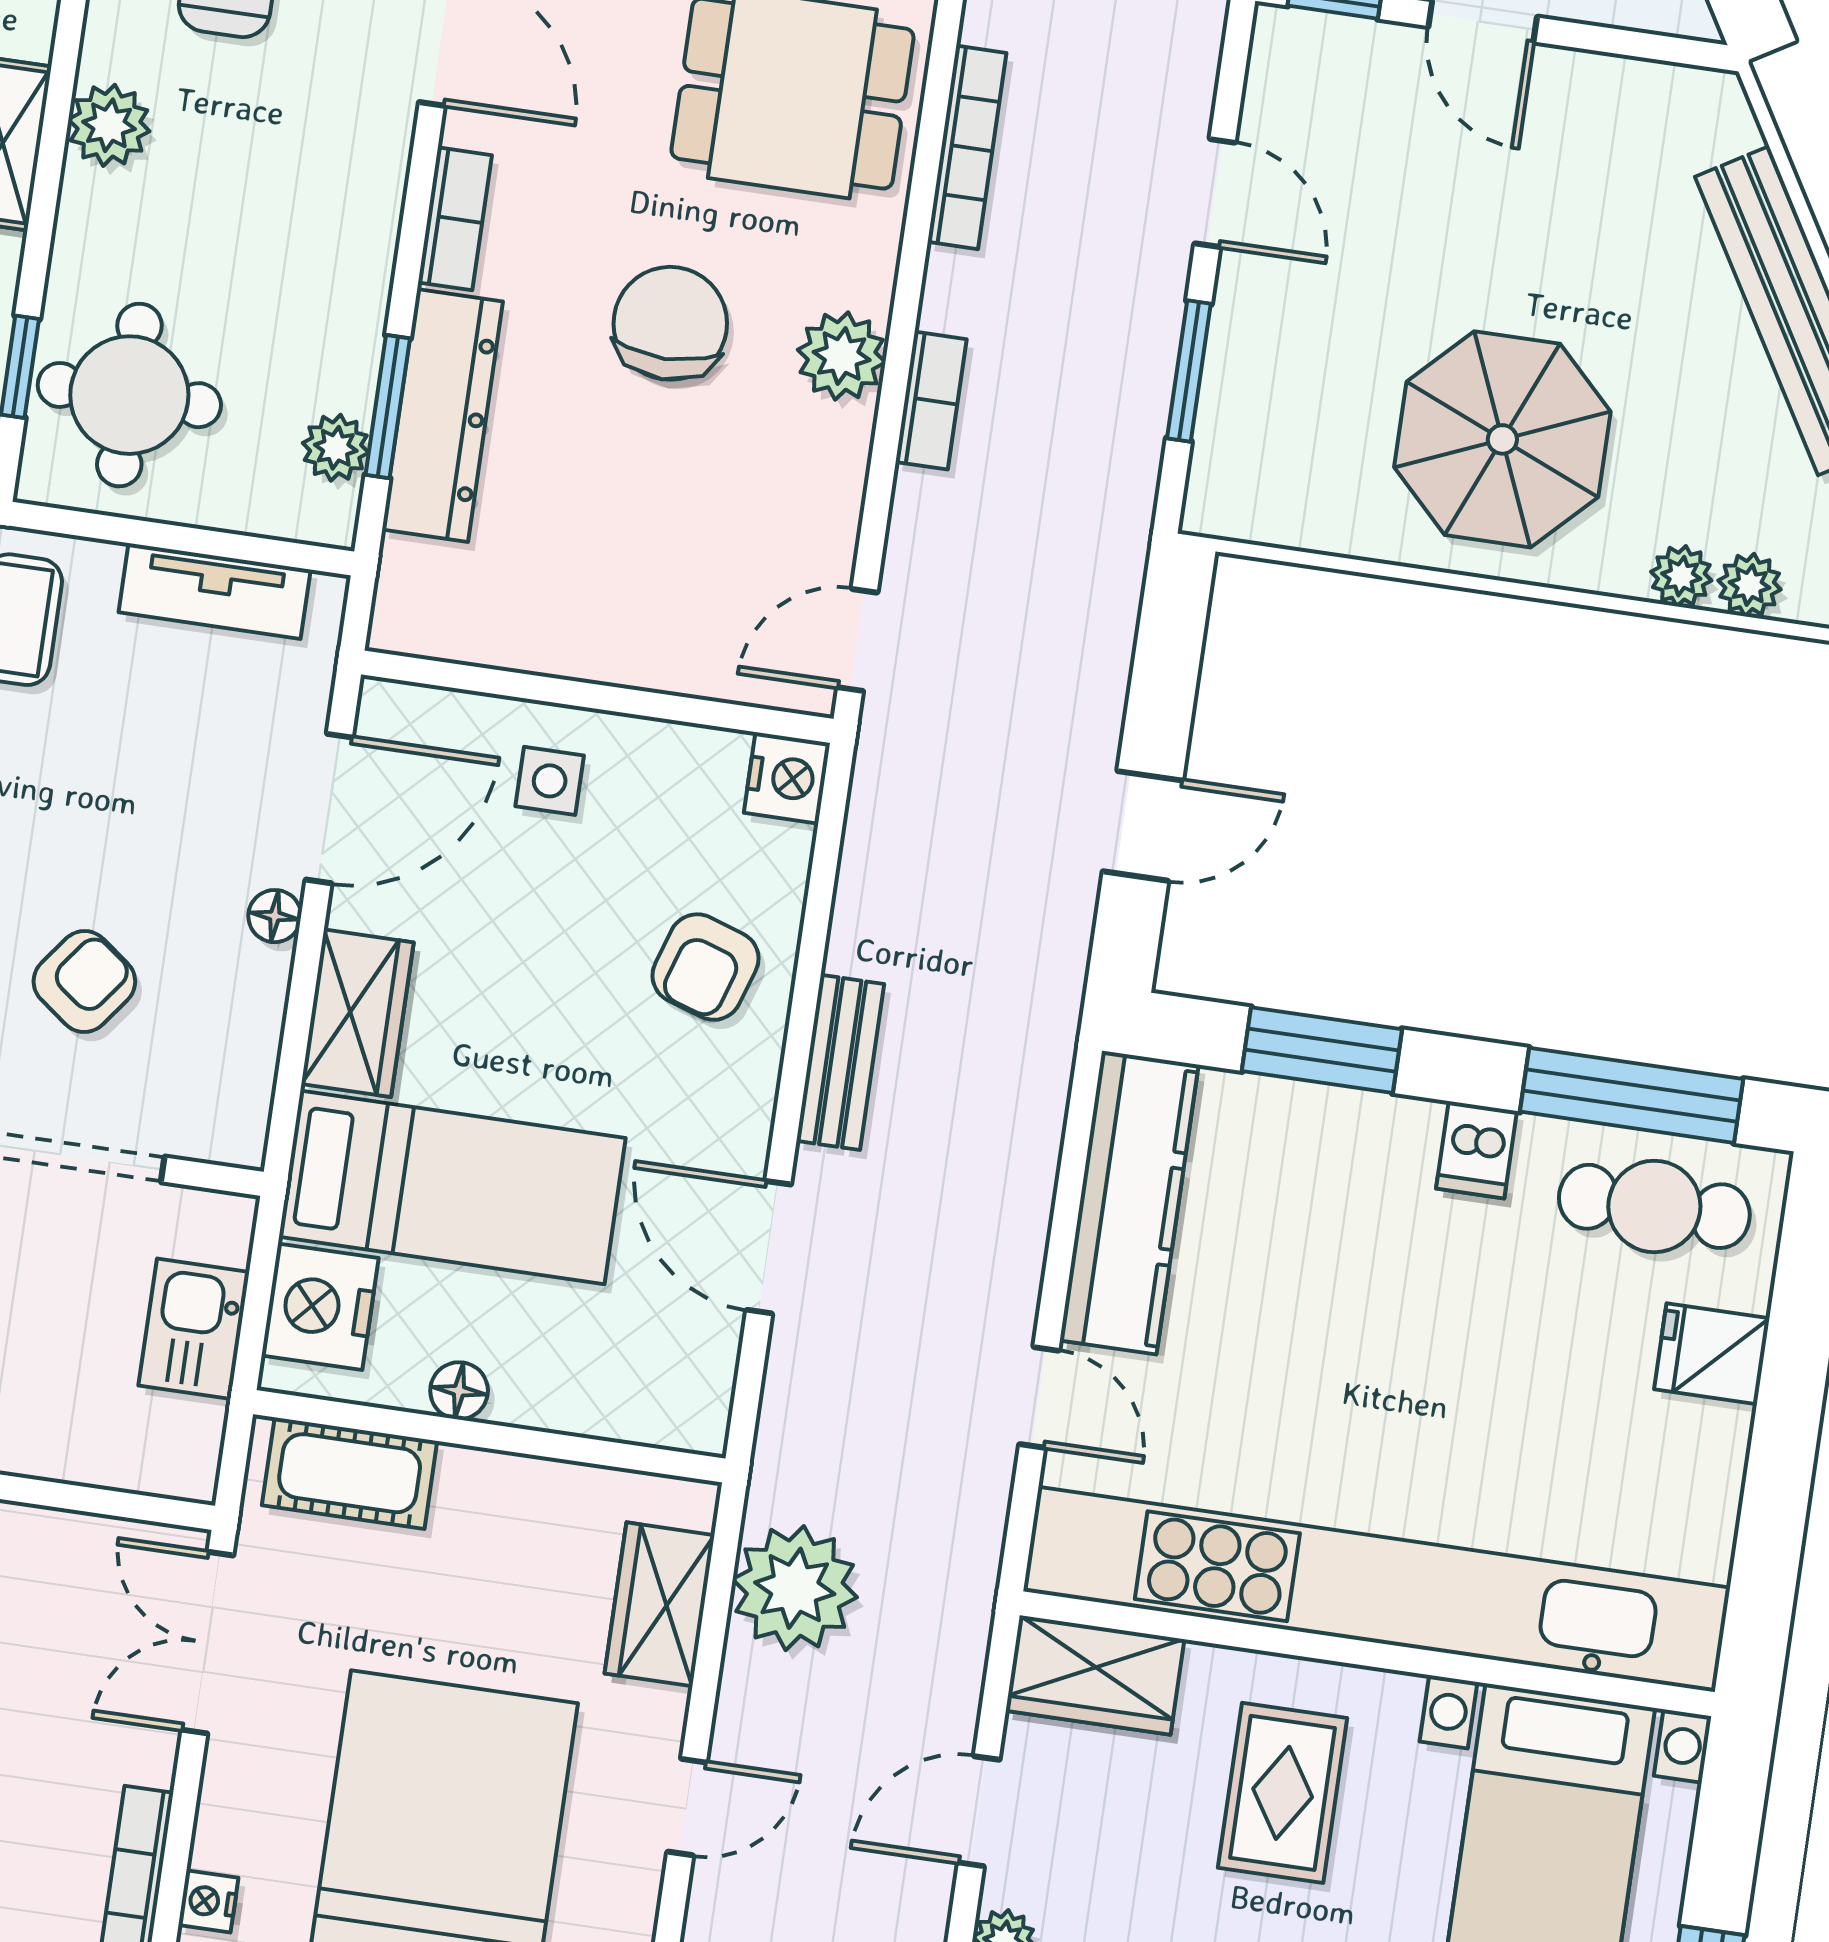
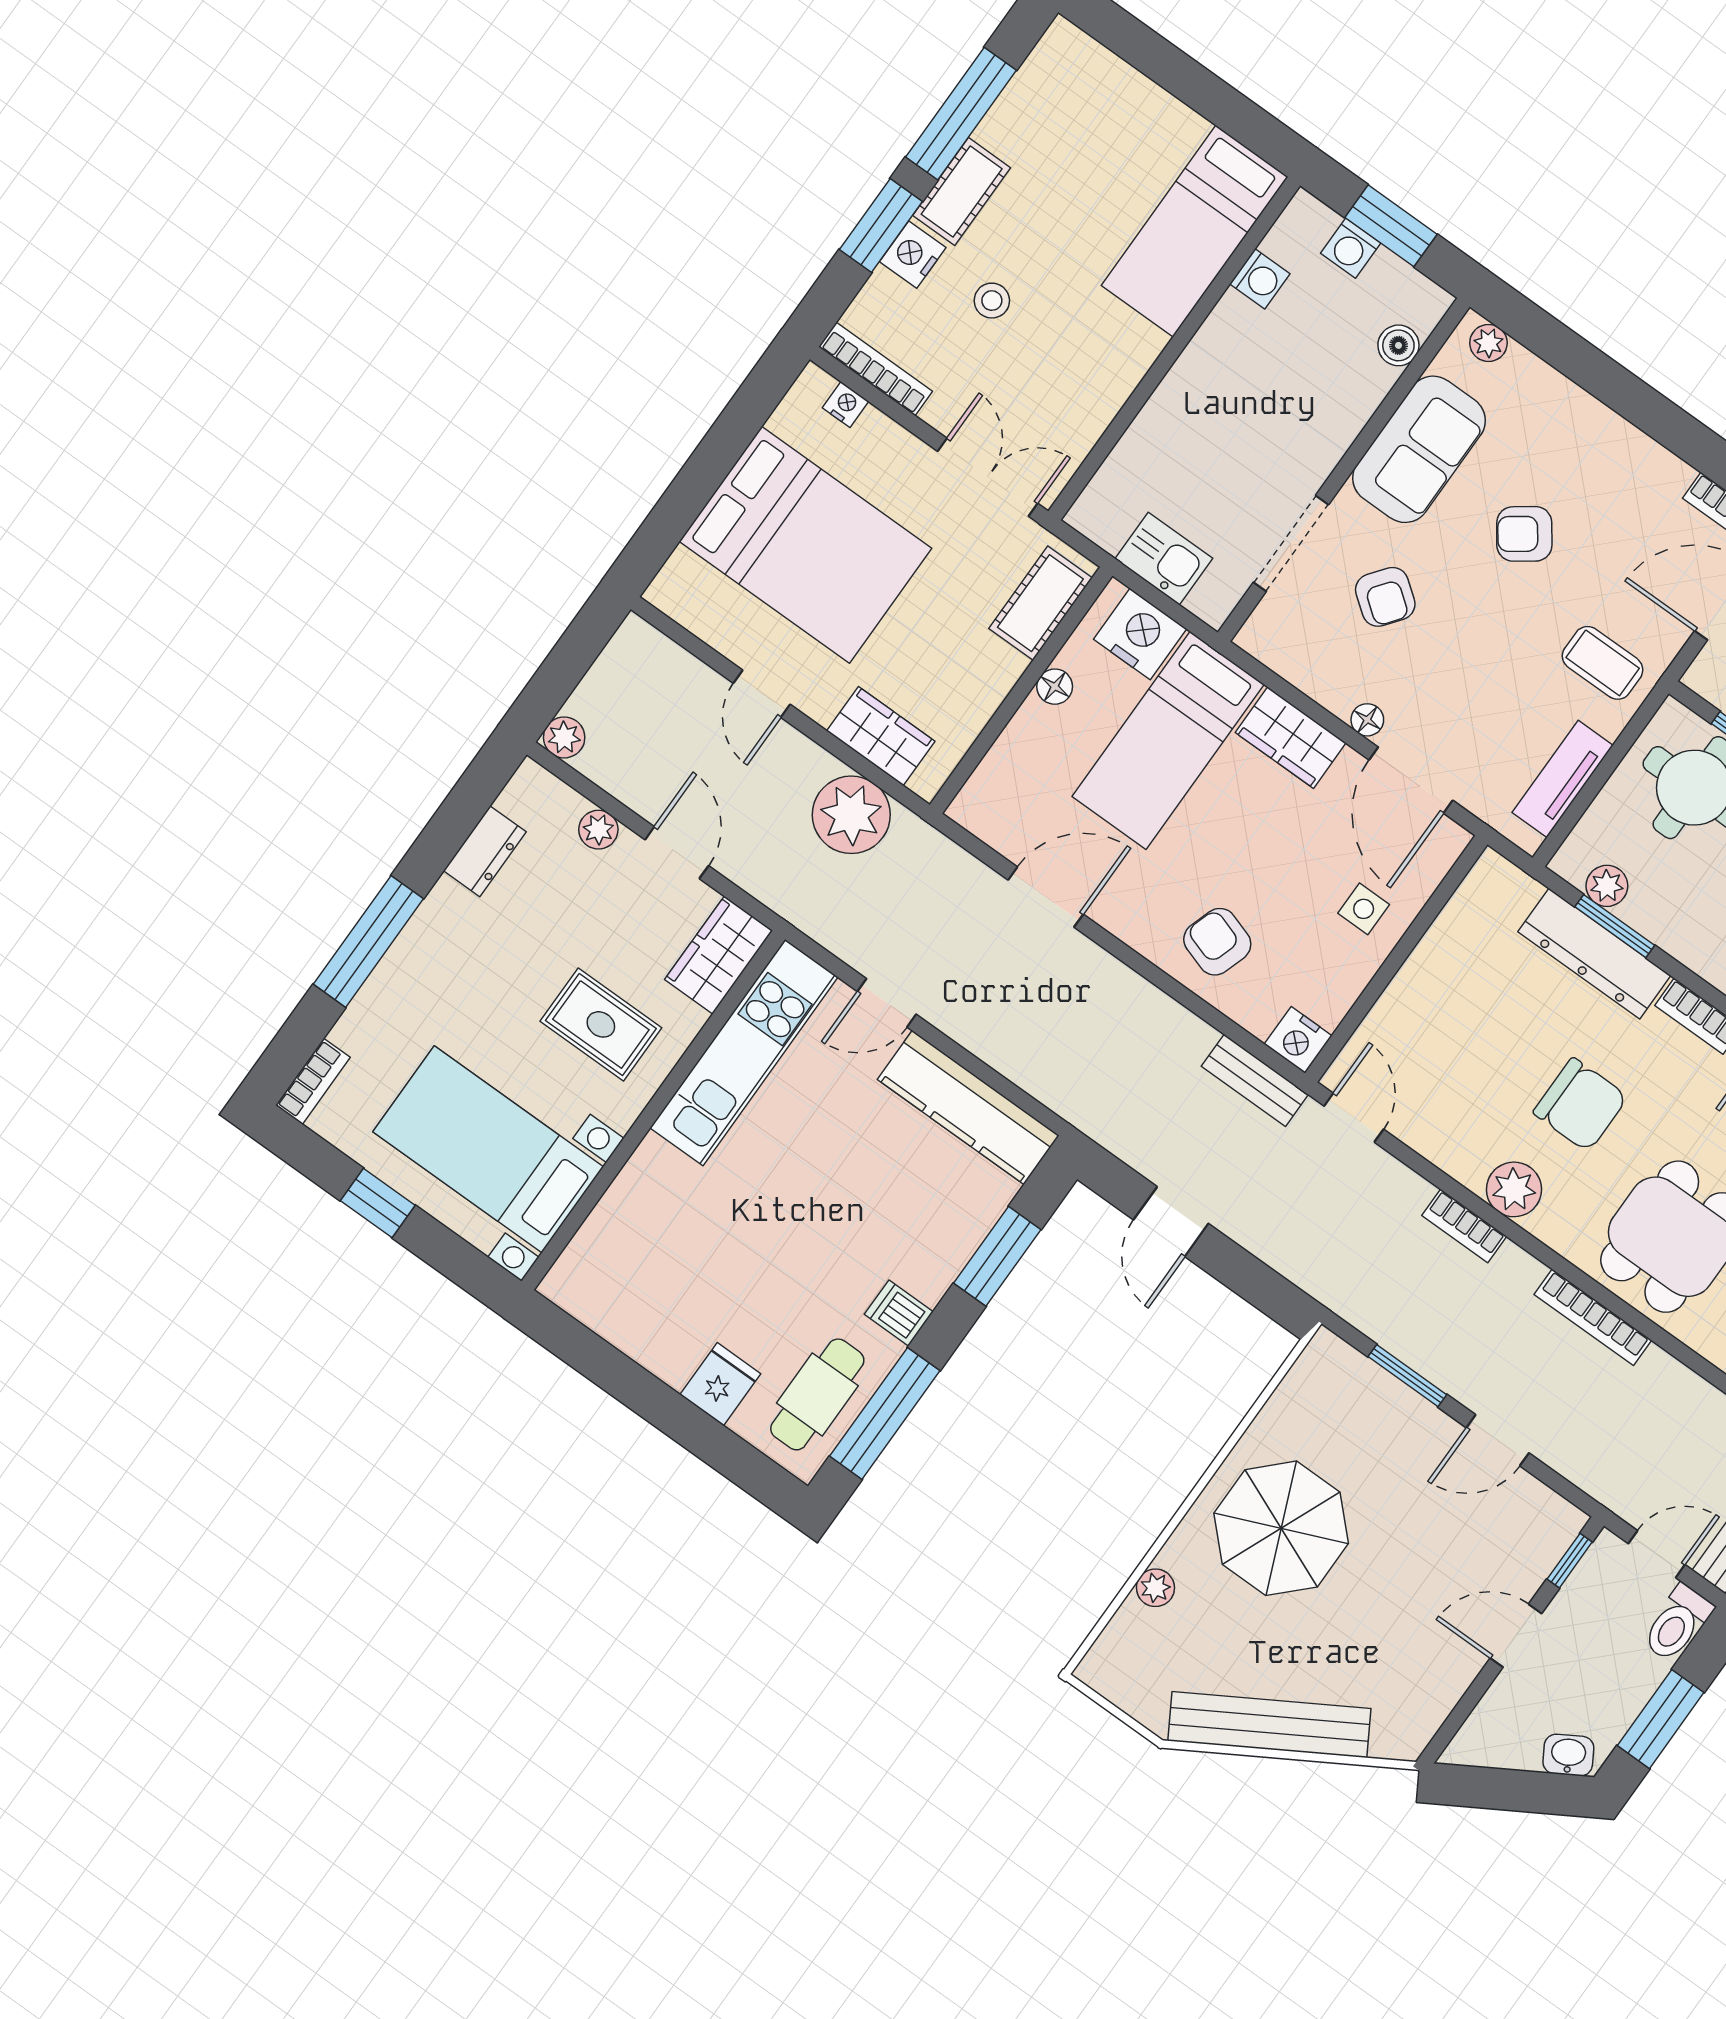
plant: (1750, 585) -> (1131, 1623), removed
bench: (840, 1062) -> (1255, 1080), moved
kitchen unit: (1376, 1589) -> (744, 1053), width x0.54

